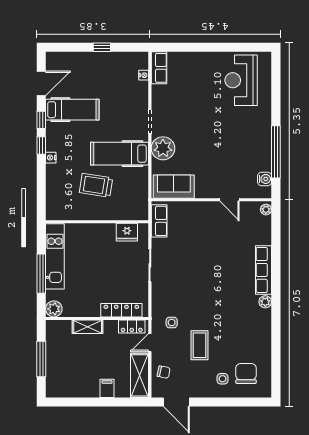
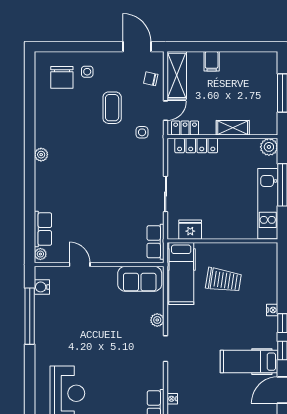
plant: (163, 148) -> (157, 320), width x0.53, depth x0.53
hospital bed: (119, 154) -> (181, 274), moved, turned 90
row of seats: (264, 270) -> (43, 229), moved, width x0.68

